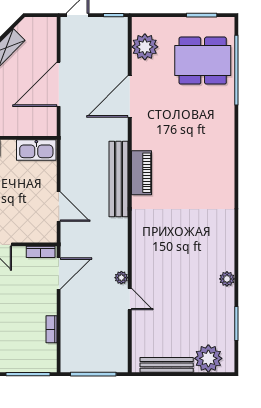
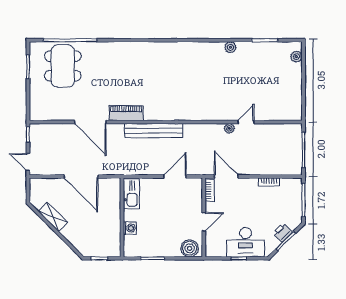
plant: (145, 47) -> (52, 110), removed
piano: (141, 173) -> (126, 113), moved
plant: (208, 358) -> (296, 57), width x0.53, depth x0.53
bench: (167, 365) -> (296, 94), removed

